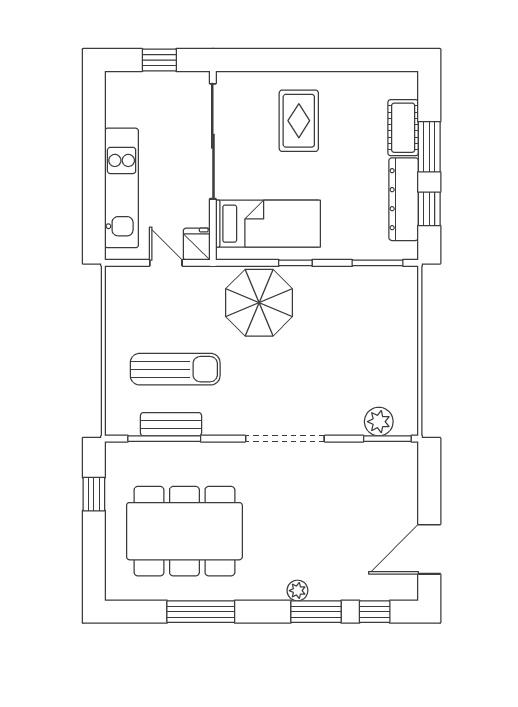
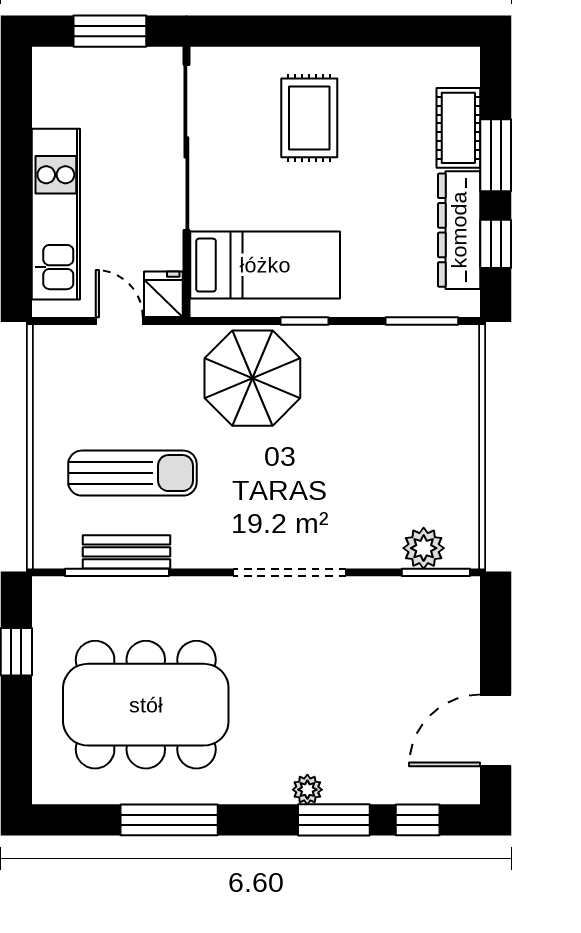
window: (159, 60) -> (110, 31), width x1.50

